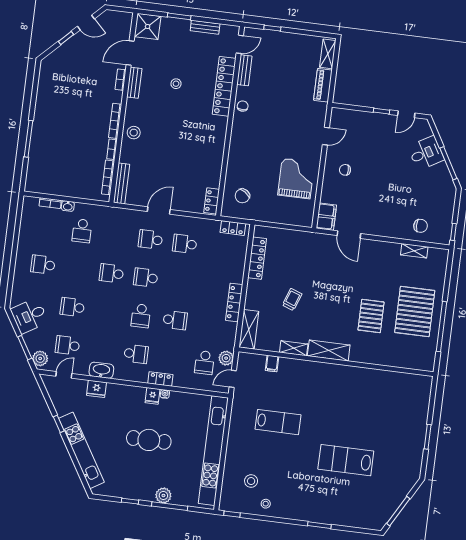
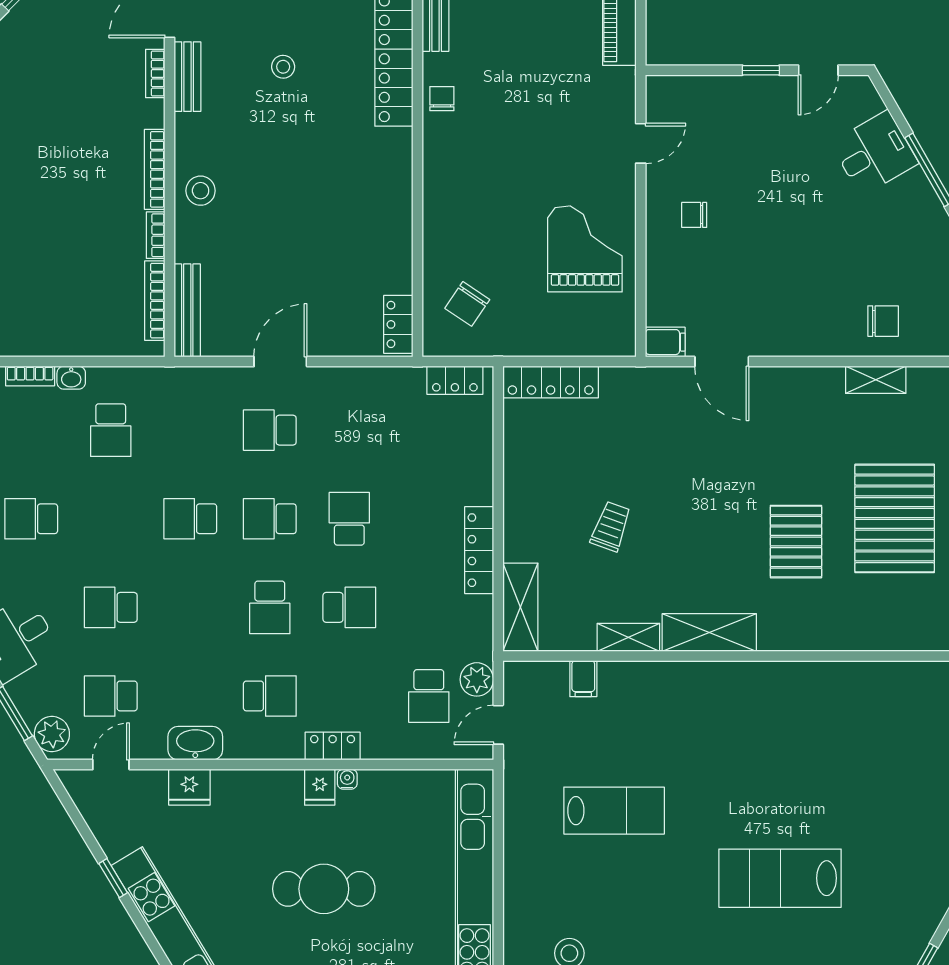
filing cabinet: (326, 217) -> (665, 342), width x0.50
school desk: (185, 244) -> (349, 519), moved, turned 90
locker: (257, 258) -> (551, 382), moved, turned 90

